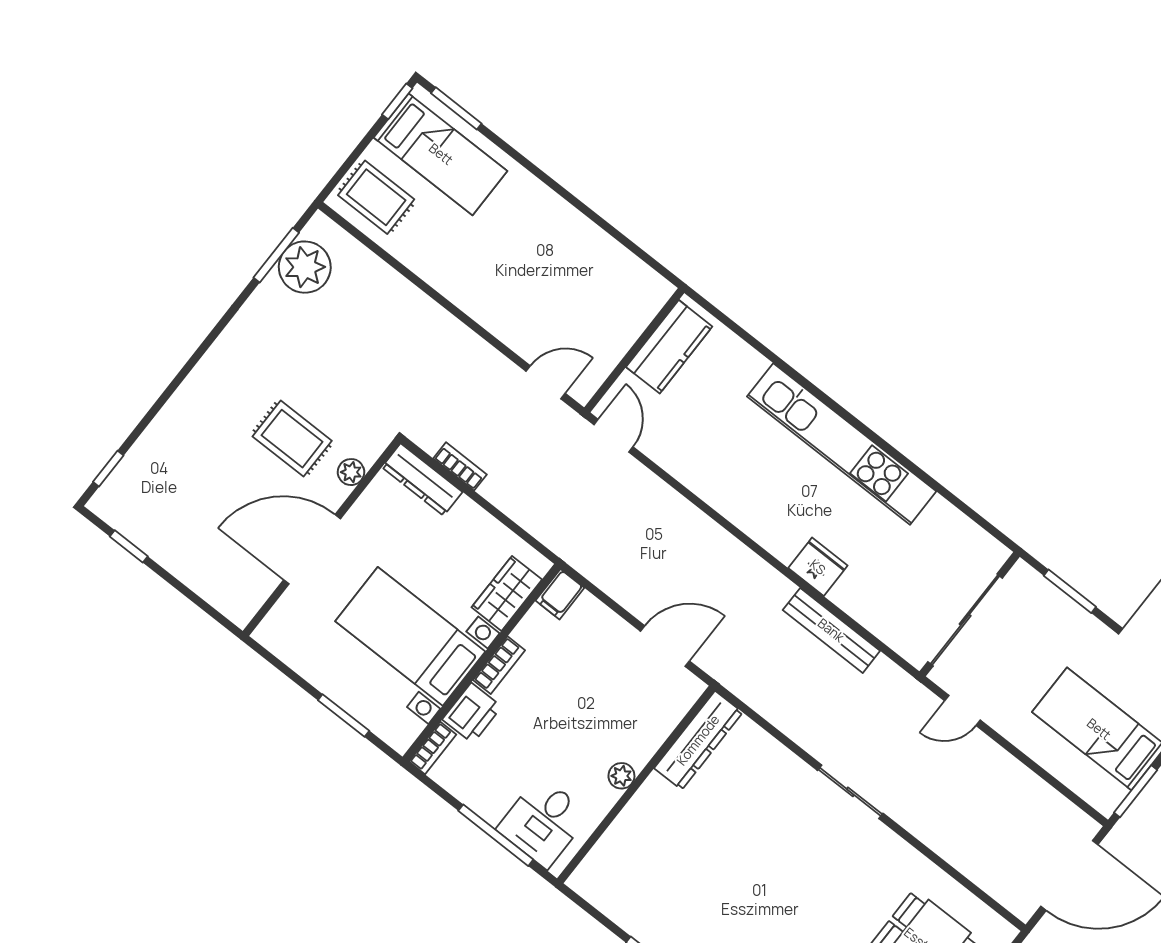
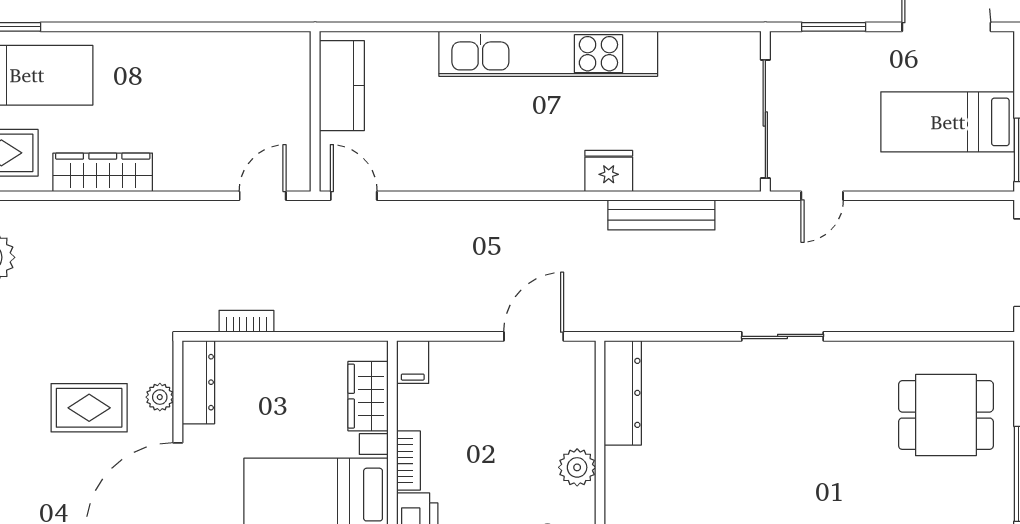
wardrobe: (440, 271) -> (103, 172), added
dresser: (422, 480) -> (198, 382), moved, turned -90
plant: (621, 776) -> (577, 467), width x1.38, depth x1.38

